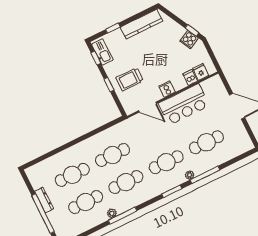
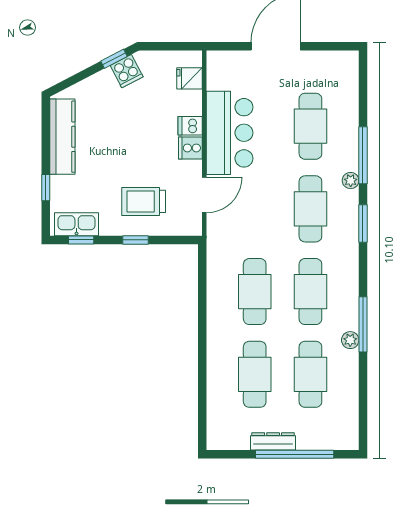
dishwasher: (190, 77) -> (190, 126), moved
trolley: (130, 79) -> (144, 201), turned 90

